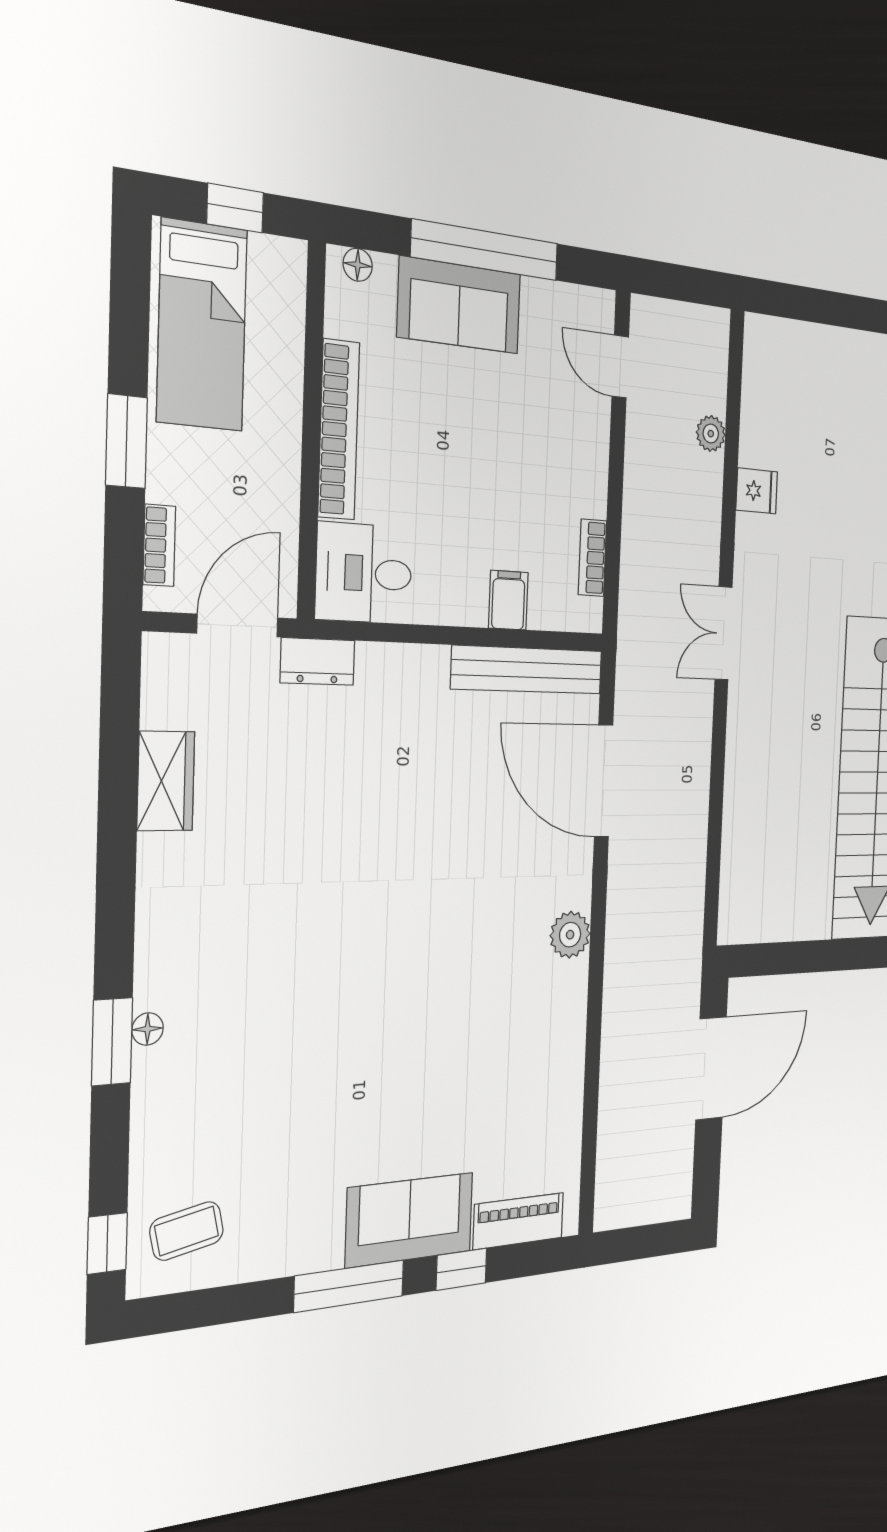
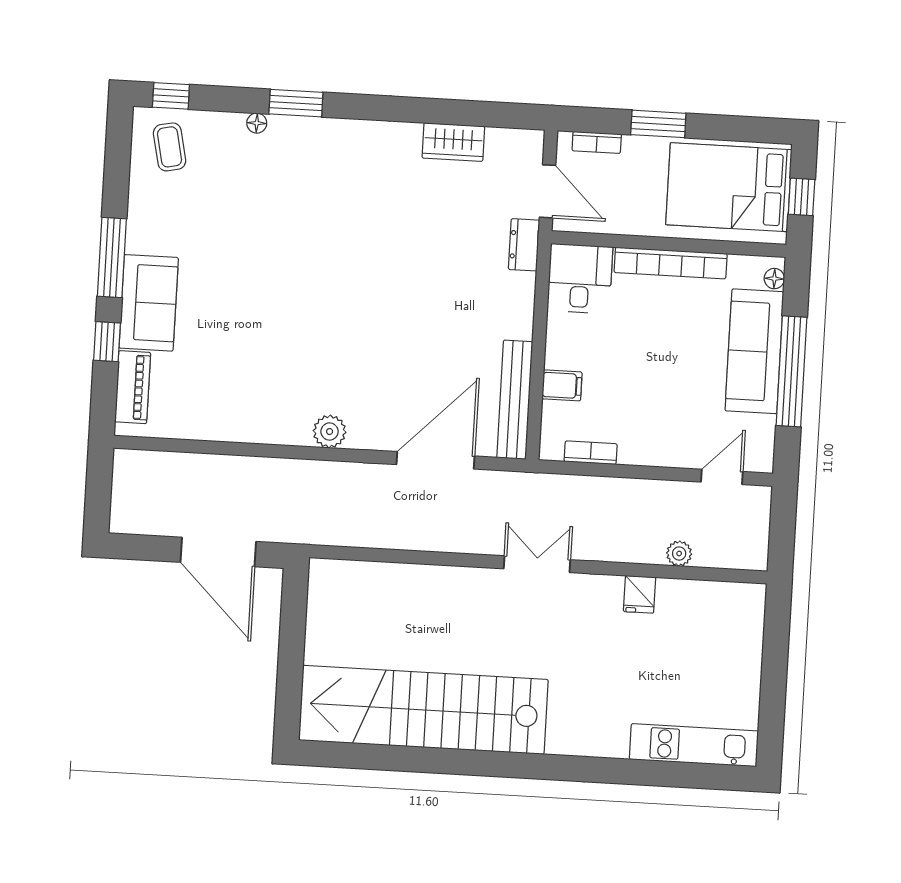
sofa: (459, 305) -> (754, 351), width x1.36
bed: (202, 325) -> (729, 187), width x1.50
floor lamp: (148, 1029) -> (257, 123), moved

